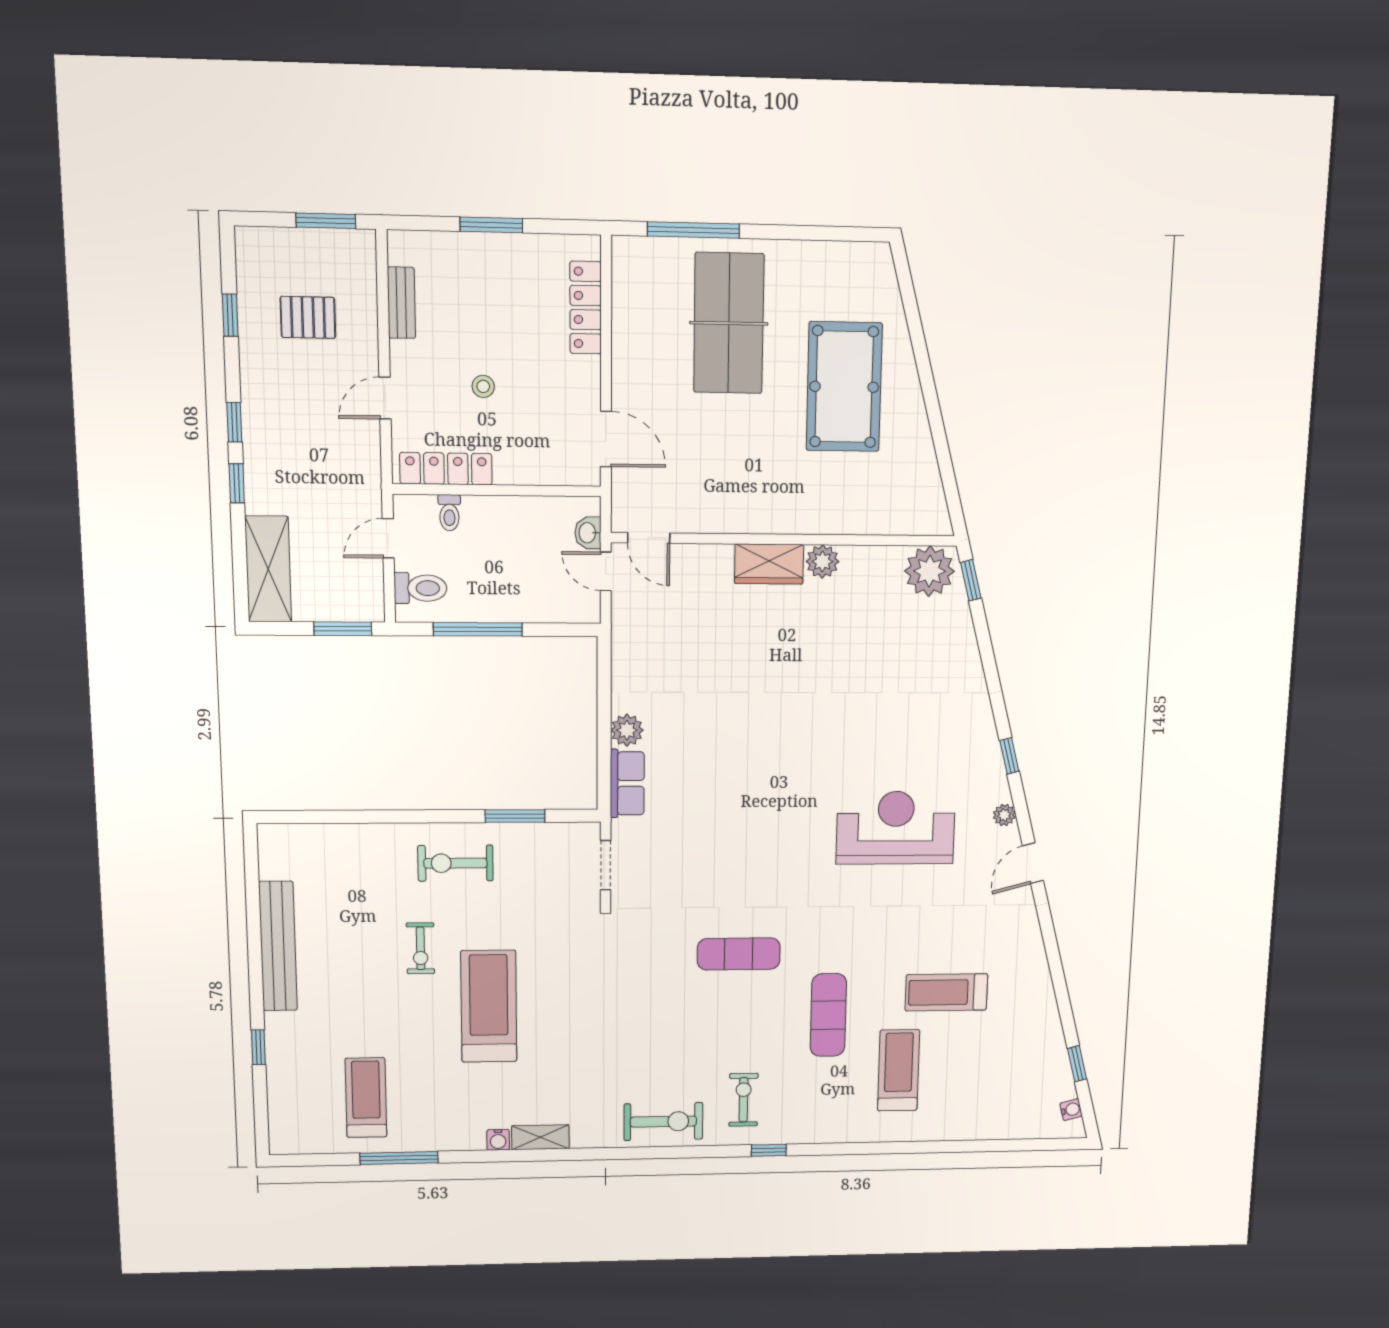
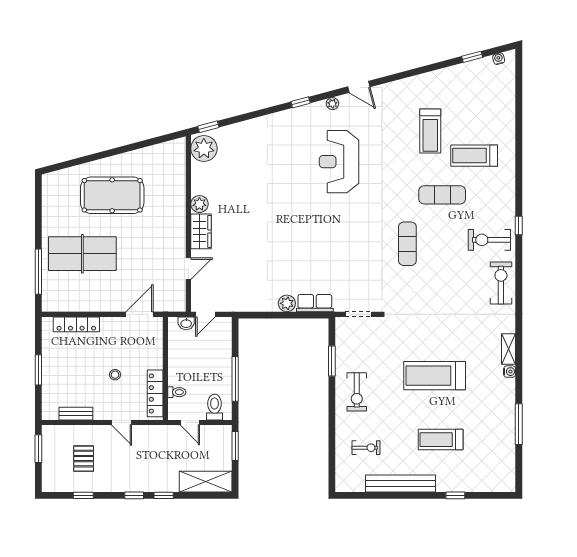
door: (649, 538) -> (188, 269), moved
exercise bike: (420, 948) -> (366, 448), moved
treadmill: (366, 1098) -> (441, 440), moved
exercise bike: (743, 1100) -> (489, 240), width x1.38, depth x1.39

